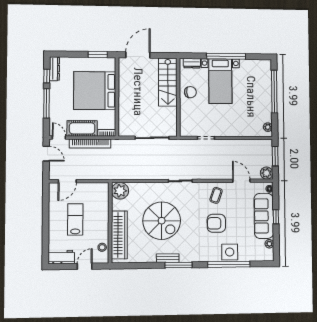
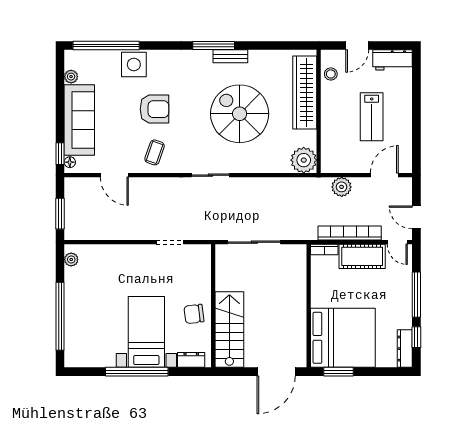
bed: (95, 91) -> (343, 338), moved
plant: (267, 173) -> (342, 187), moved
window: (276, 217) -> (60, 154), moved
window: (229, 264) -> (106, 46), moved

